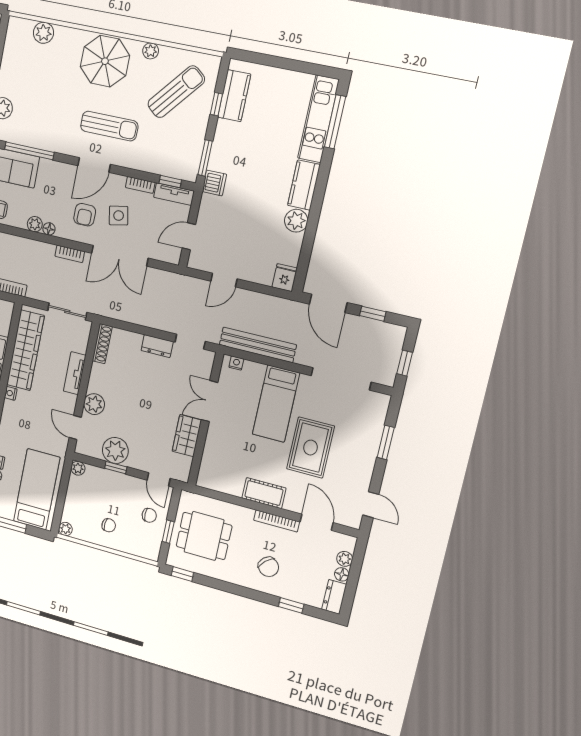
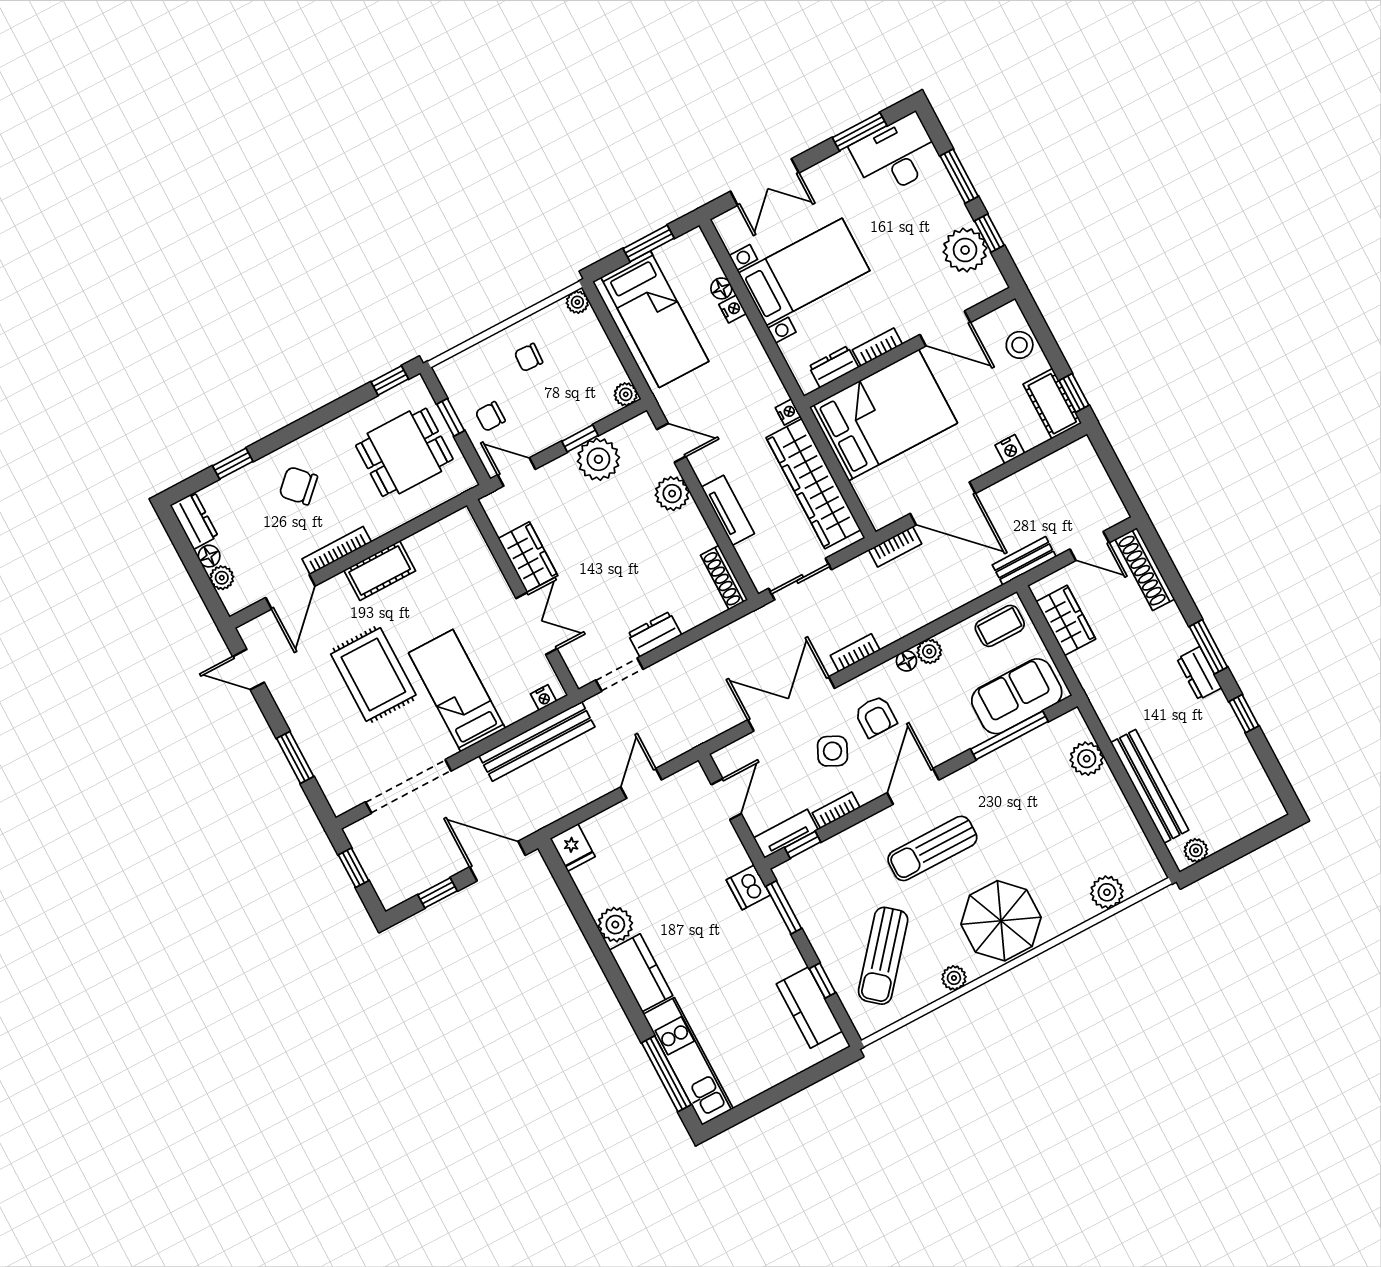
armchair: (85, 215) -> (876, 716), turned 180
side table: (119, 216) -> (832, 751), turned 37
door: (317, 522) -> (290, 592), hinge flipped

